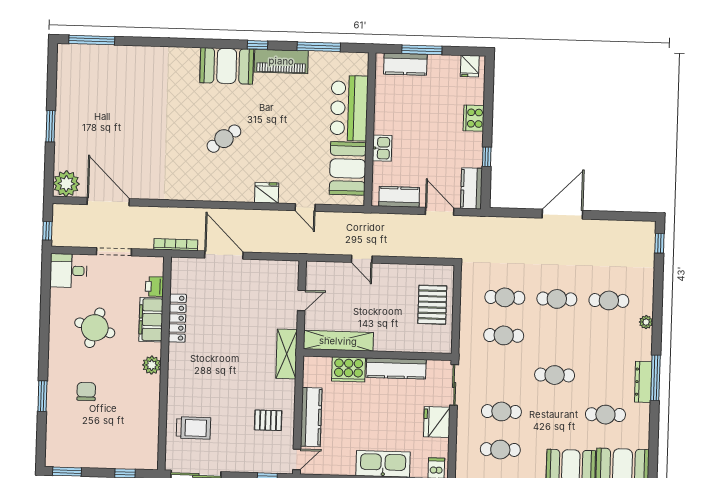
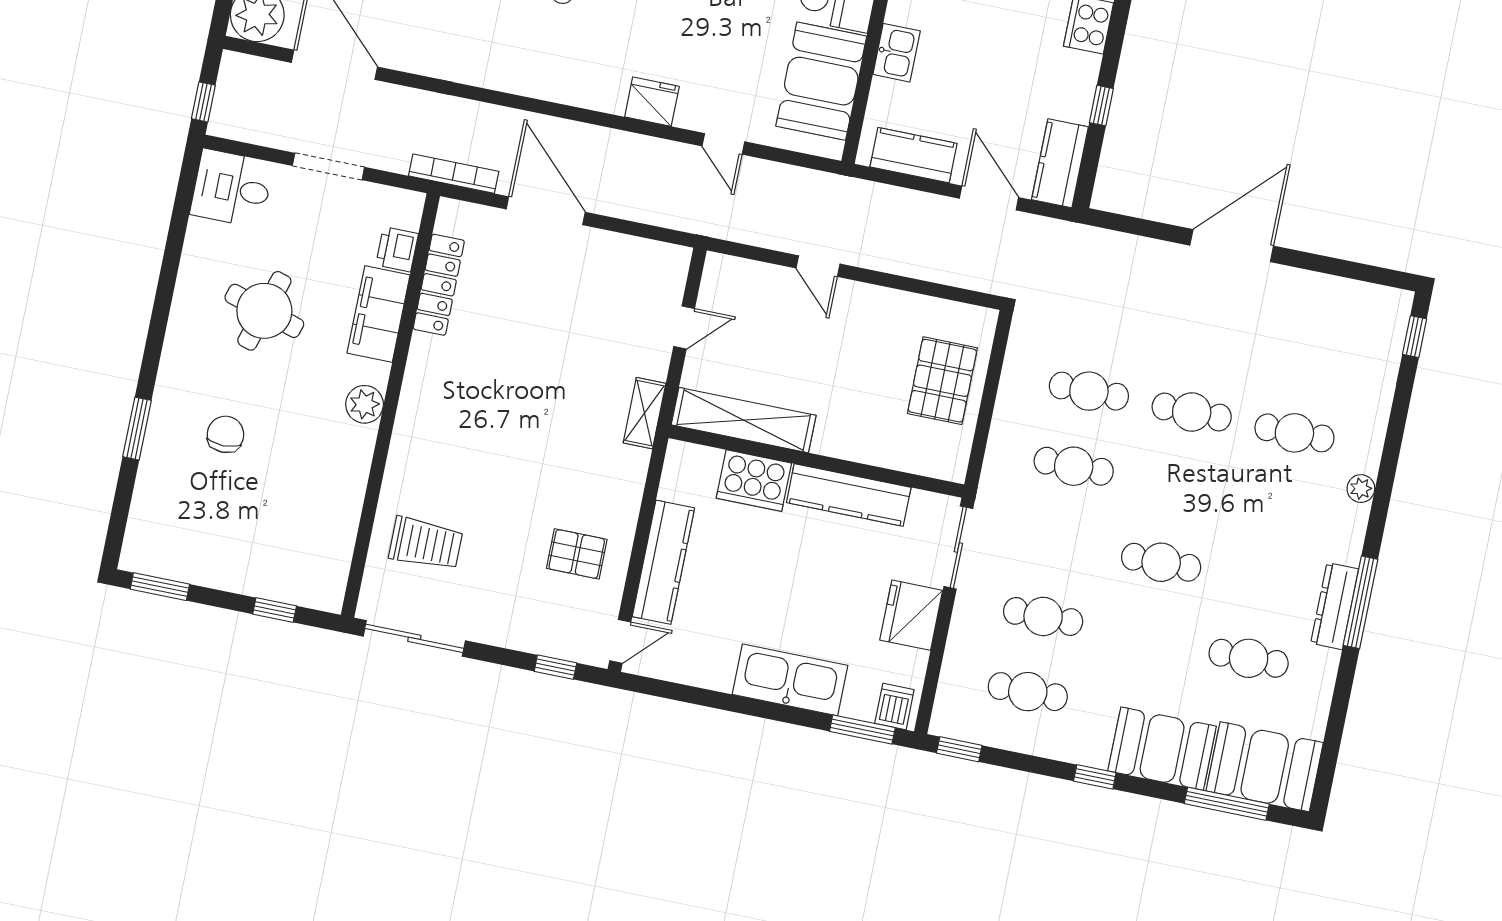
locker: (177, 318) -> (439, 285), moved
shelving: (287, 354) -> (645, 413), width x0.67, depth x0.75

